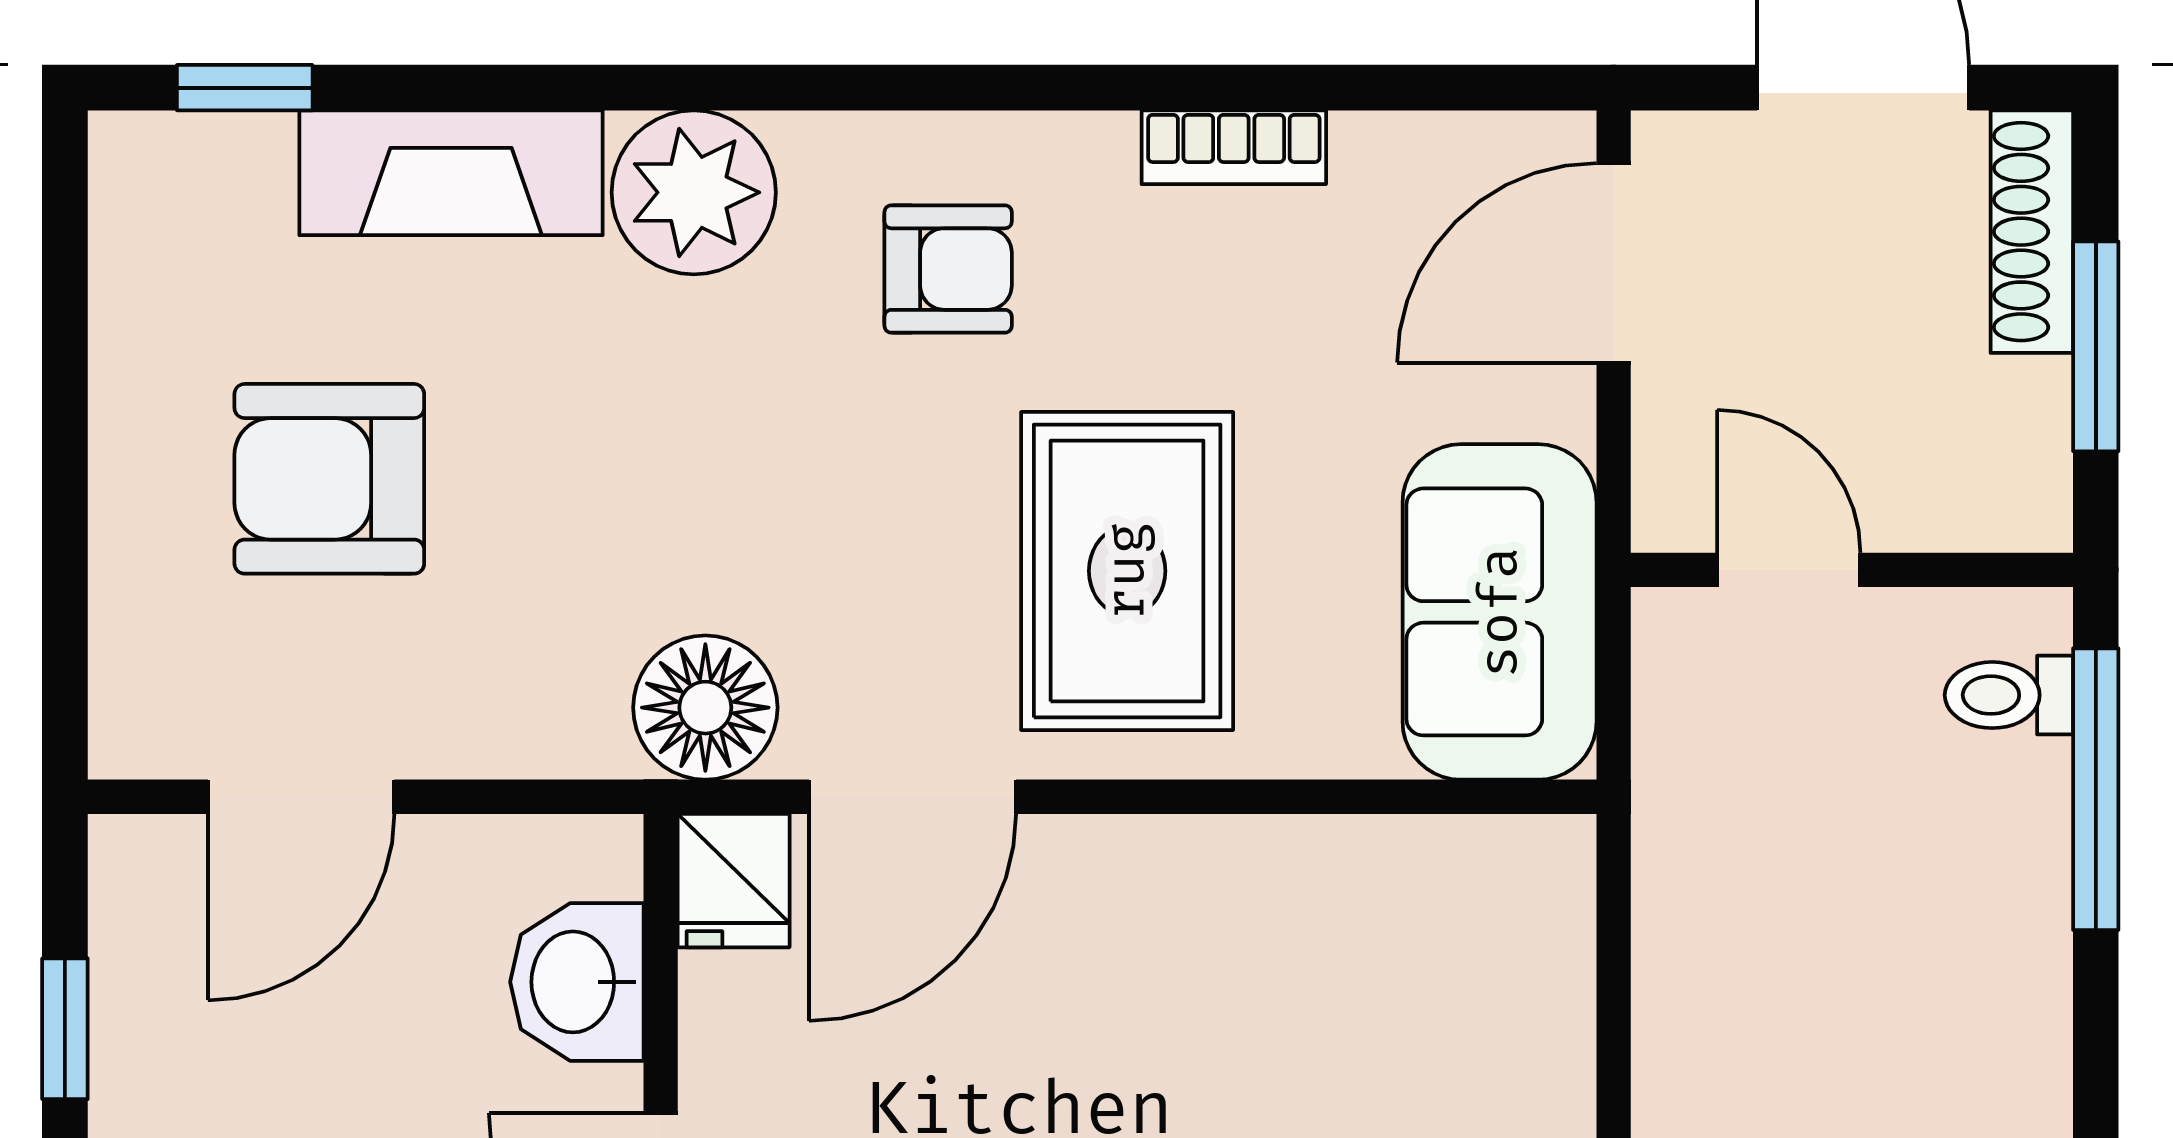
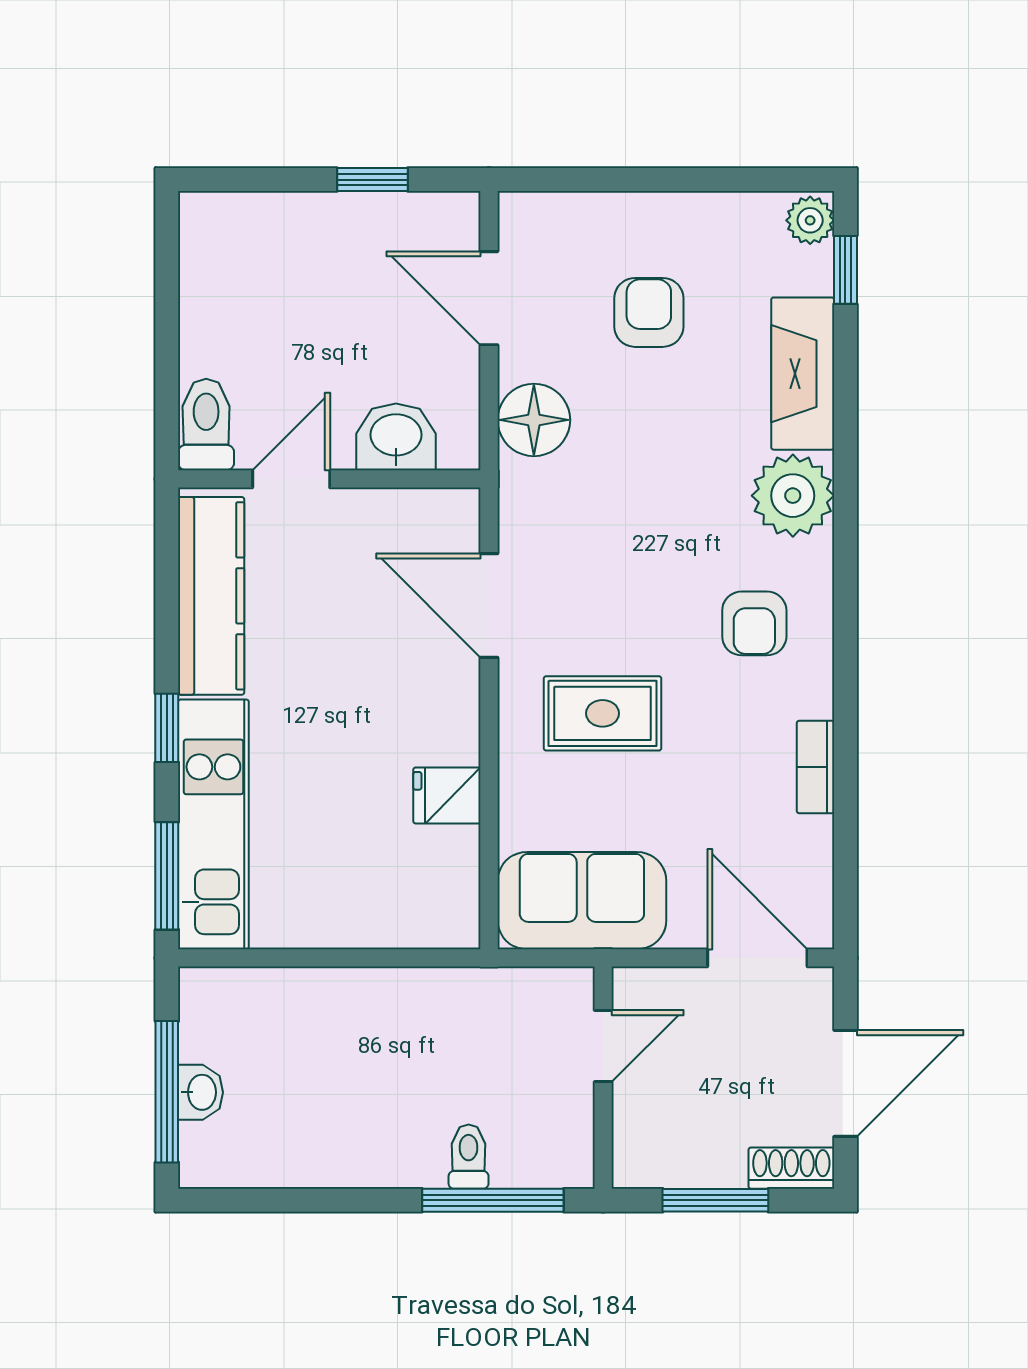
plant: (146, 158) -> (810, 220), added
shoe rack: (2032, 232) -> (791, 1168), width x0.70
armchair: (329, 479) -> (649, 312), width x0.72, depth x0.72
rug: (1127, 571) -> (603, 713), width x0.73, depth x0.70
toilet: (2009, 695) -> (469, 1157), moved
floor lamp: (705, 708) -> (534, 420), moved
fridge: (734, 881) -> (447, 795), moved

